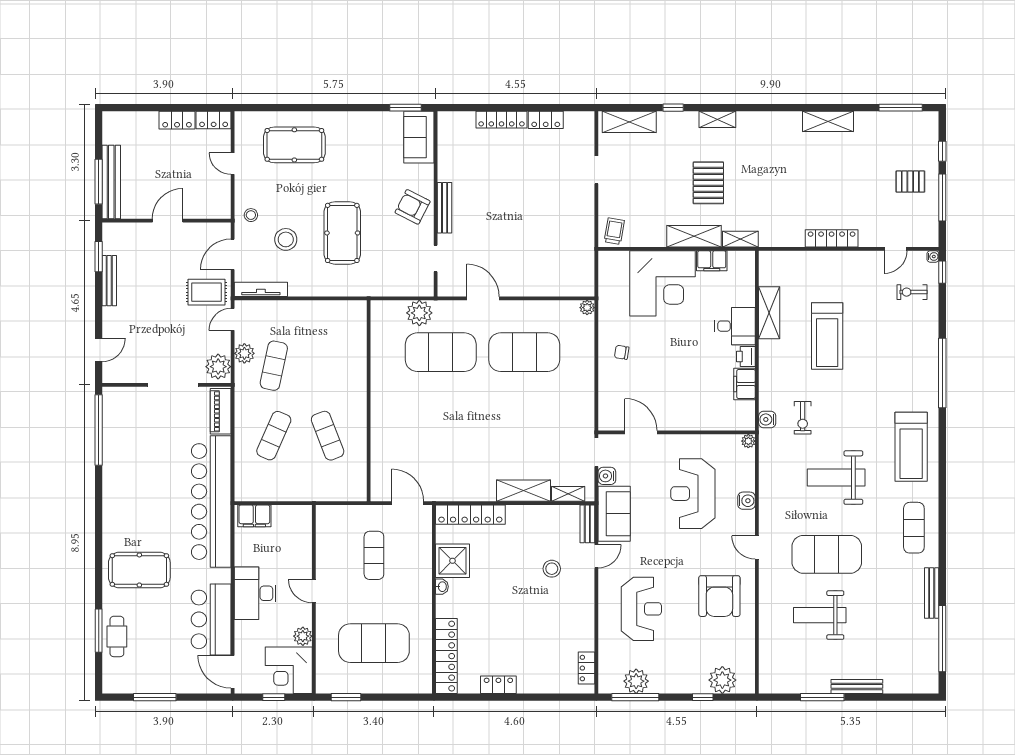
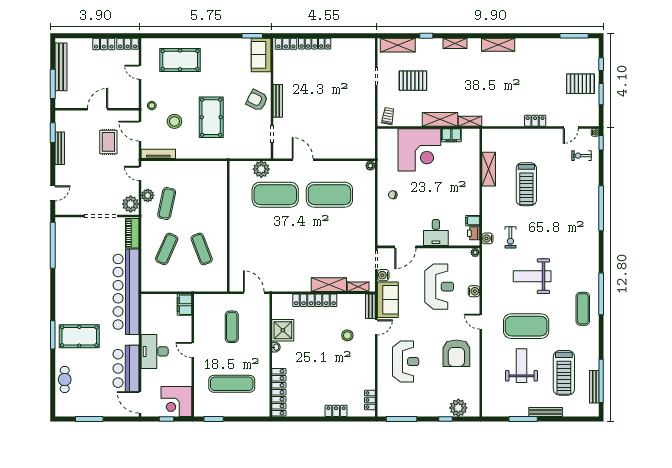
locker: (546, 120) -> (286, 44), moved
shelving: (828, 121) -> (498, 45), moved
bench: (111, 182) -> (61, 67), moved
pallet: (910, 182) -> (580, 84), width x1.50, depth x1.42
pallet: (708, 183) -> (413, 81), moved, turned 90
window: (942, 198) -> (601, 94), width x0.69
locker: (832, 238) -> (535, 121), width x0.66
door: (233, 254) -> (140, 131), hinge flipped
rug: (207, 292) -> (108, 142), moved, turned 90
door: (233, 319) -> (140, 173), hinge flipped
desk: (735, 326) -> (436, 233), moved, turned 90
printer: (746, 356) -> (474, 233), moved
filing cabinet: (745, 384) -> (473, 221), width x0.50
door: (641, 432) -> (405, 247), swing flipped
treadmill: (911, 447) -> (564, 373), moved
reception desk: (693, 494) -> (439, 287), turned 180
window: (942, 505) -> (601, 294), added
locker: (470, 515) -> (315, 300), moved
filing cabinet: (254, 516) -> (184, 305), moved, turned 90
bench: (932, 593) -> (594, 387), moved
weight bench: (820, 615) -> (521, 366), turned 90
window: (99, 631) -> (53, 335), moved
plant: (303, 636) -> (186, 379), removed
exercise mat: (374, 643) -> (232, 384), width x0.68
plant: (636, 681) -> (402, 409), removed
locker: (498, 685) -> (336, 411), moved

